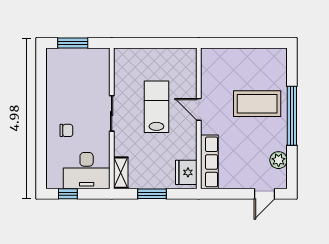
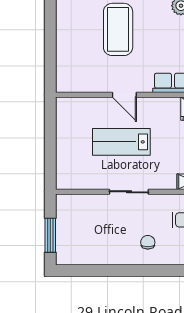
door: (199, 109) -> (124, 95), hinge flipped

